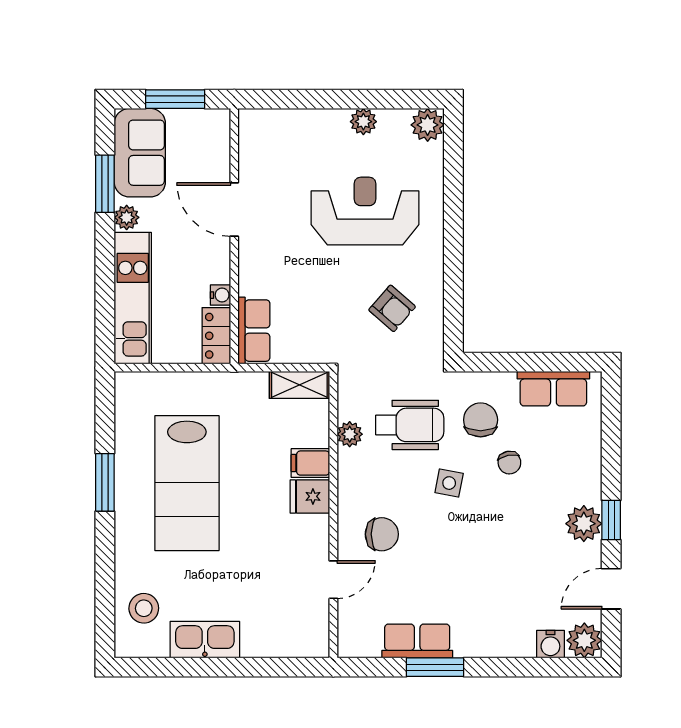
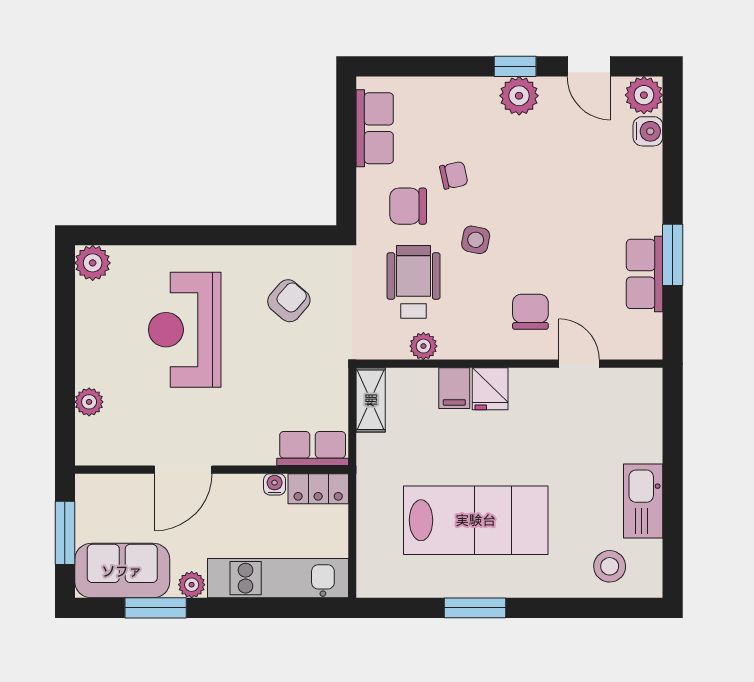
plant: (363, 122) -> (89, 402), moved

